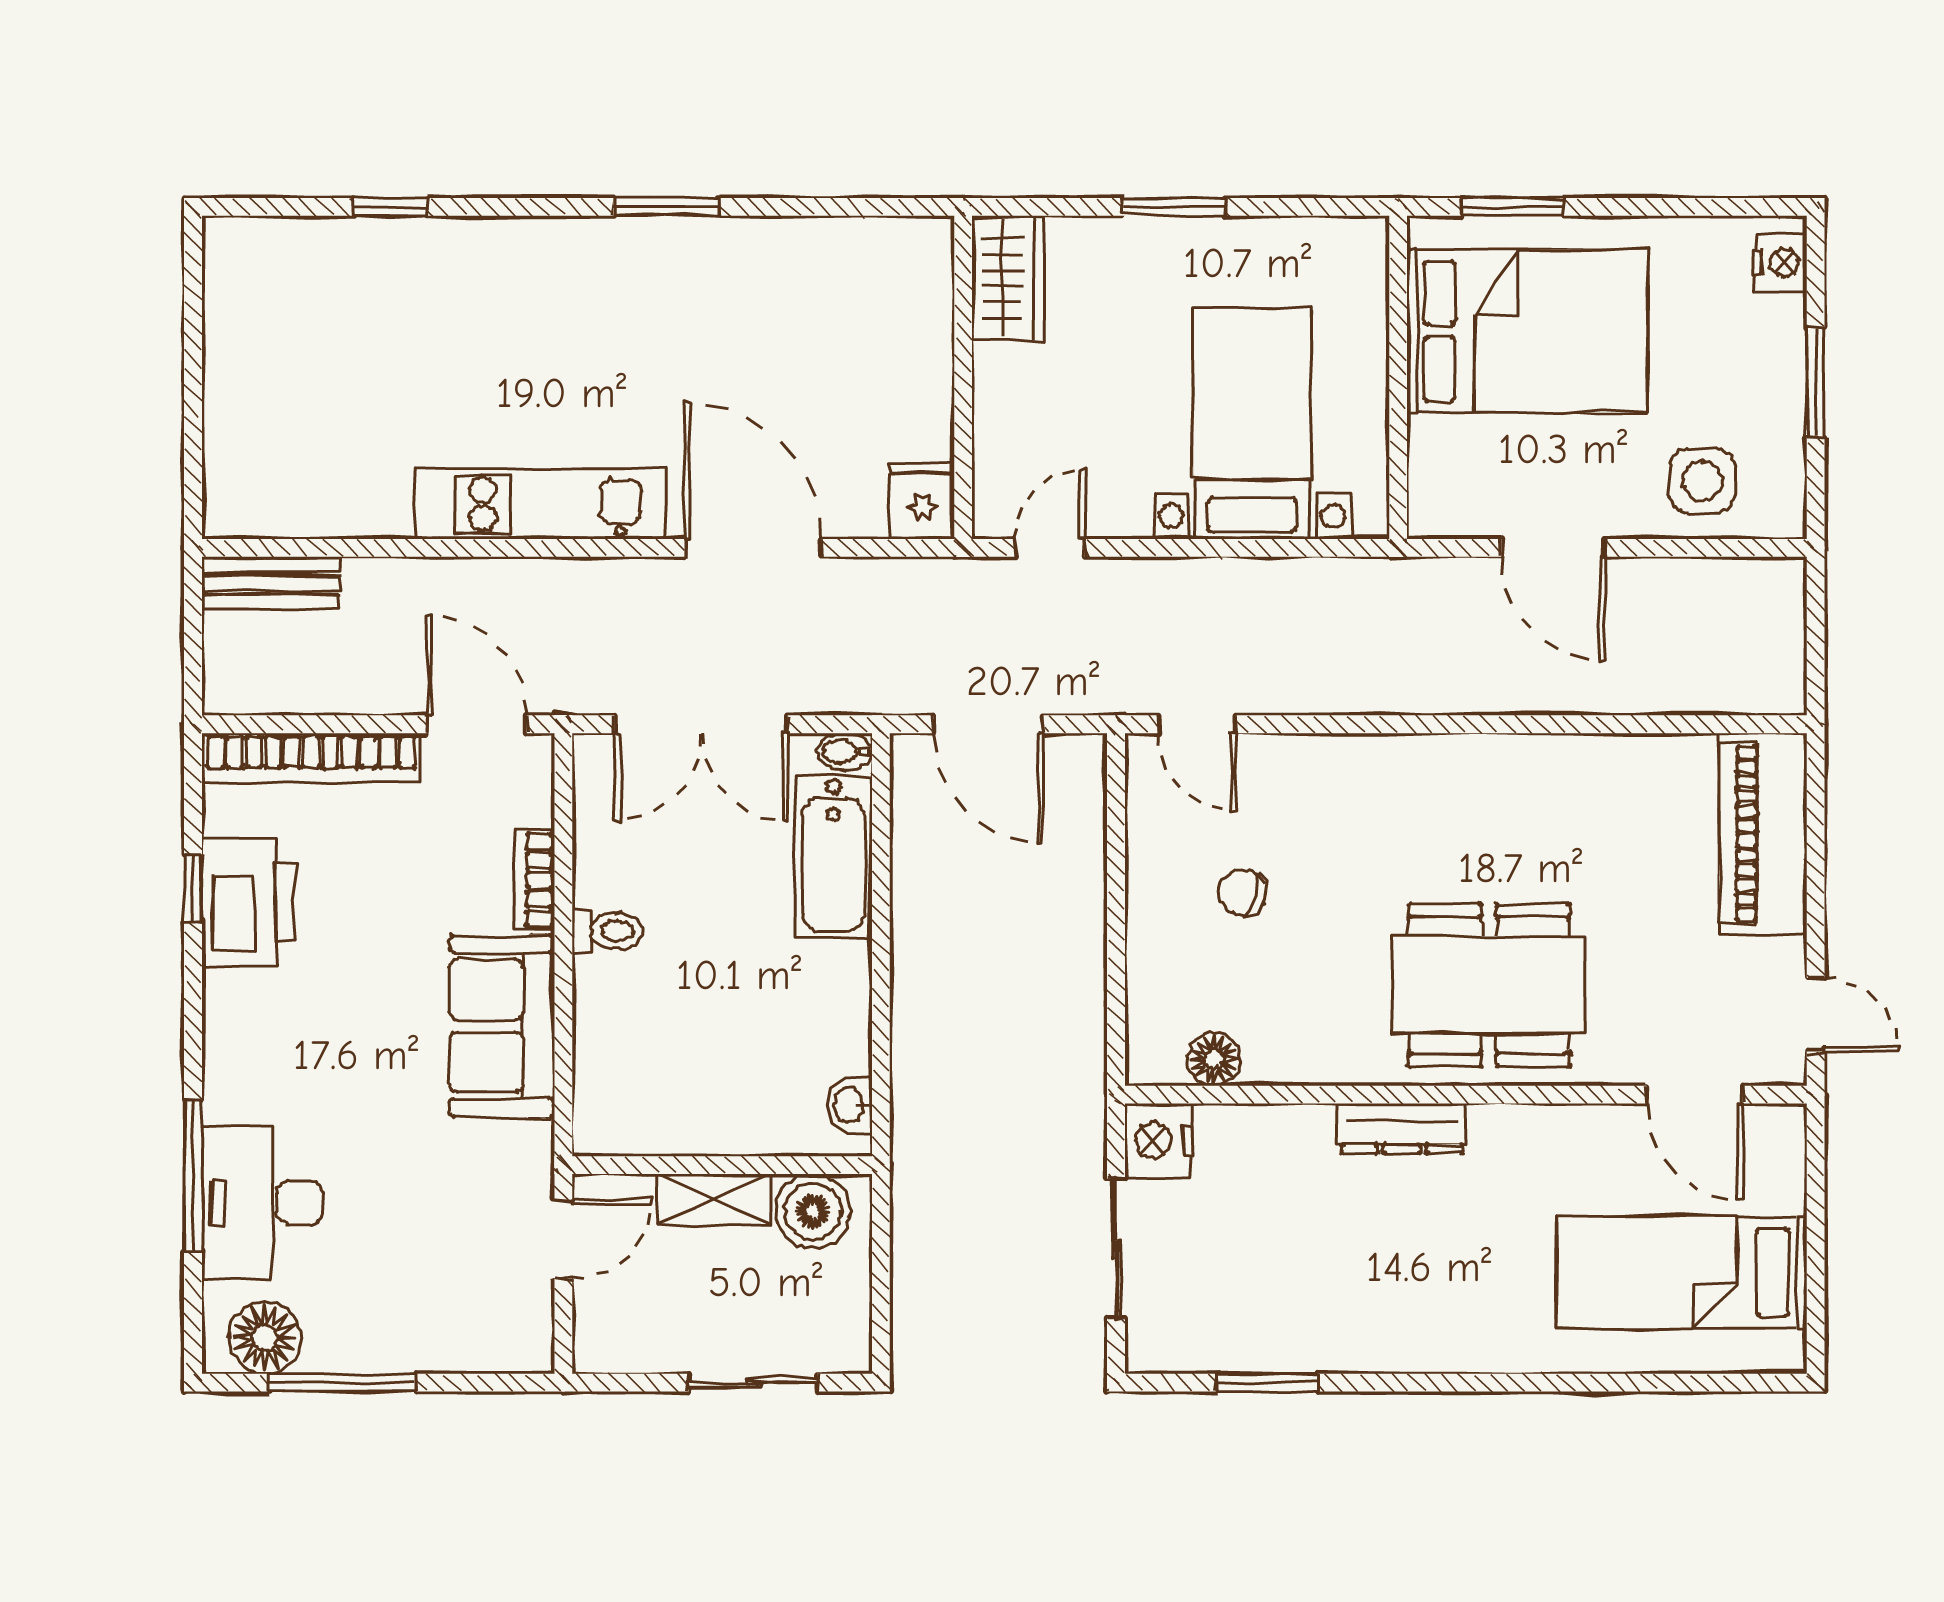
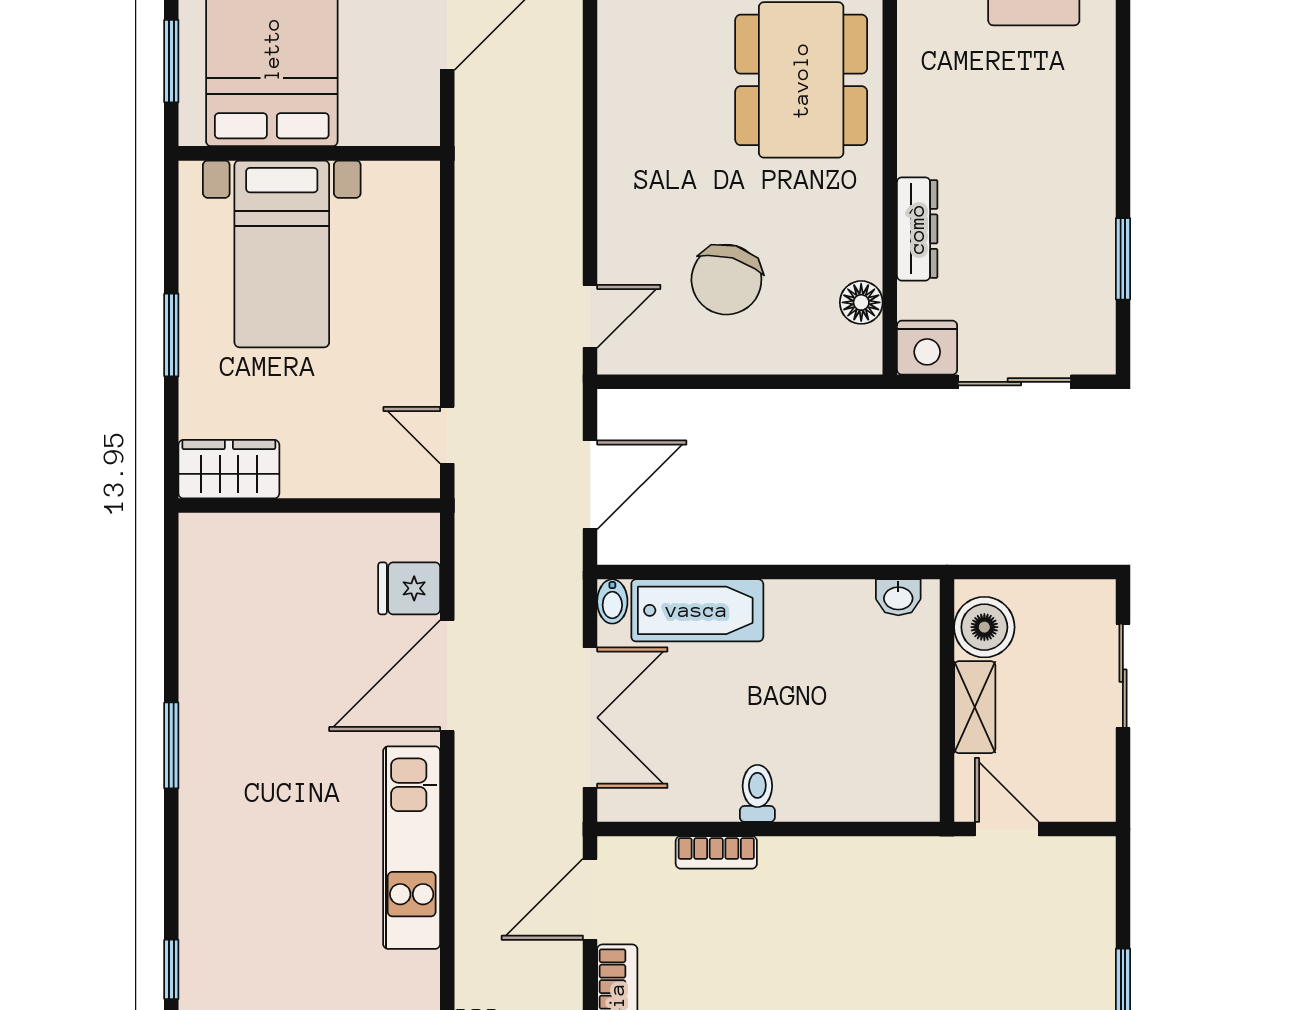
bed with nightstands: (1252, 424) -> (282, 254), moved, turned -90
fridge: (922, 501) -> (409, 588), moved
chair: (1242, 893) -> (726, 280), width x1.87, depth x1.87
sofa: (502, 1026) -> (834, 879), removed
dresser: (1402, 1128) -> (917, 229), moved

